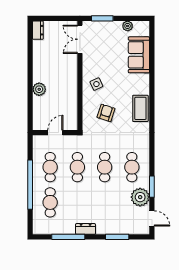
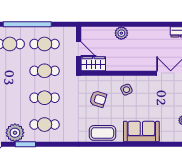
sofa: (139, 55) -> (141, 132), moved
wardrobe: (70, 118) -> (93, 64), added

